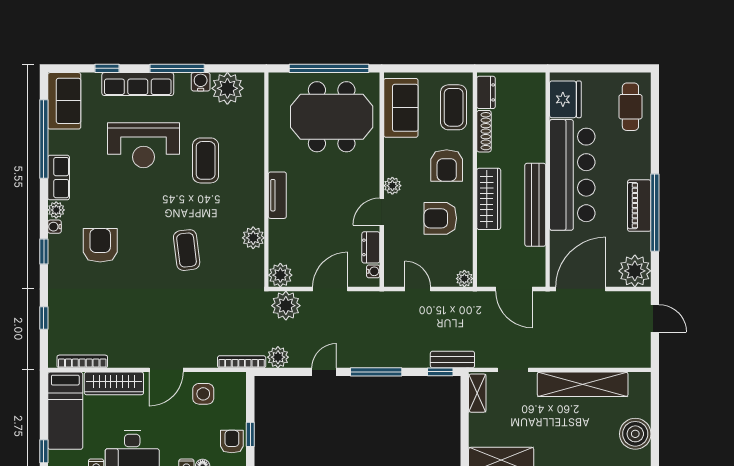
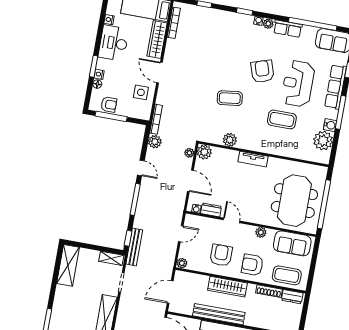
plant: (392, 186) -> (261, 232), moved
armchair: (100, 245) -> (262, 71), moved, turned -108
plant: (286, 306) -> (189, 153), width x0.53, depth x0.53
bench: (452, 360) -> (134, 247), width x1.36
window: (250, 434) -> (111, 116), width x2.17

